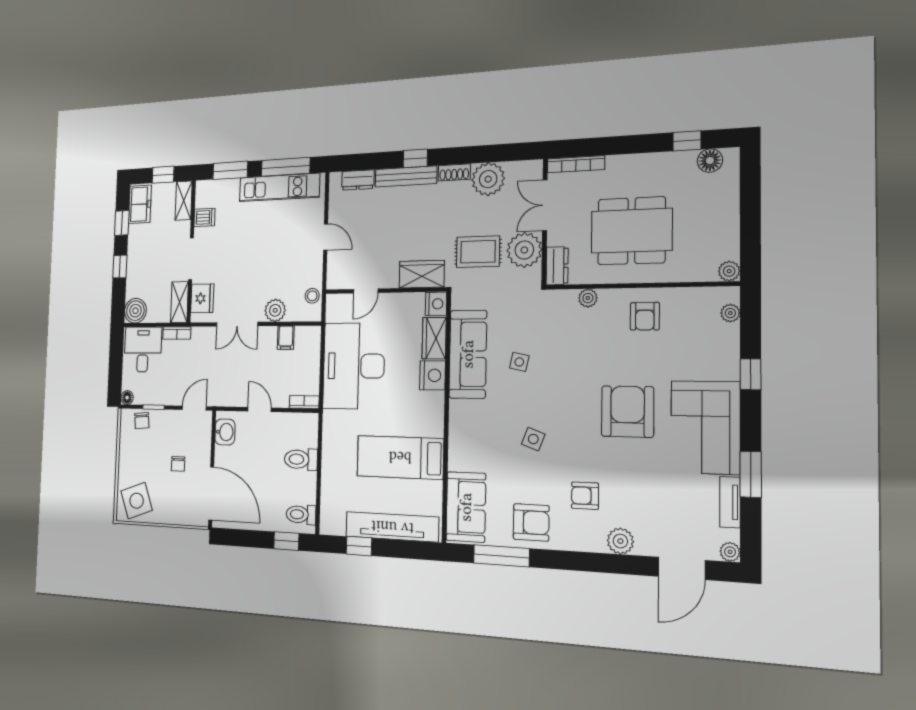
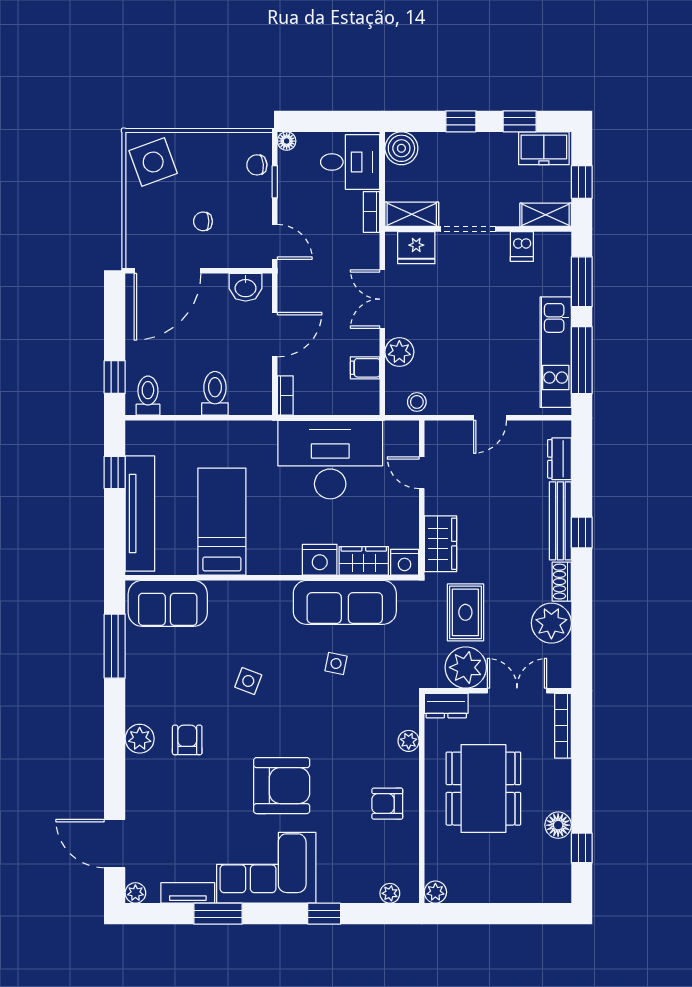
floor lamp: (710, 161) -> (558, 825), moved
door: (259, 410) -> (275, 335), width x1.38
armchair: (531, 522) -> (154, 680), removed
plant: (620, 541) -> (140, 739), moved

